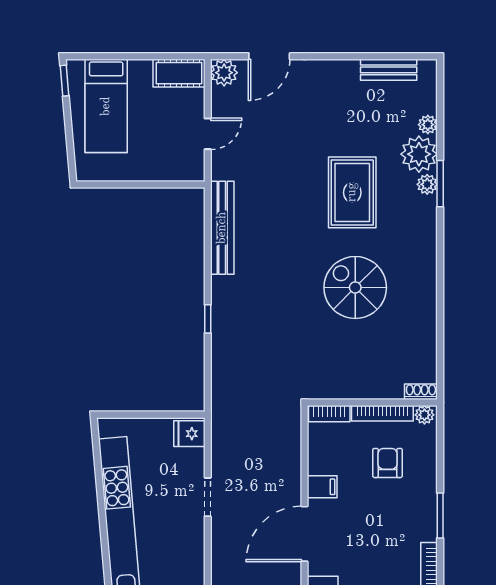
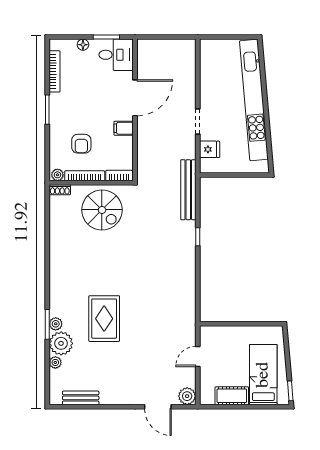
door: (269, 56) -> (158, 407), swing flipped
cot: (179, 73) -> (232, 396), moved
bench: (222, 228) -> (188, 190), moved
spiral stairs: (355, 287) -> (102, 210), moved
fridge: (189, 434) -> (210, 149), moved

